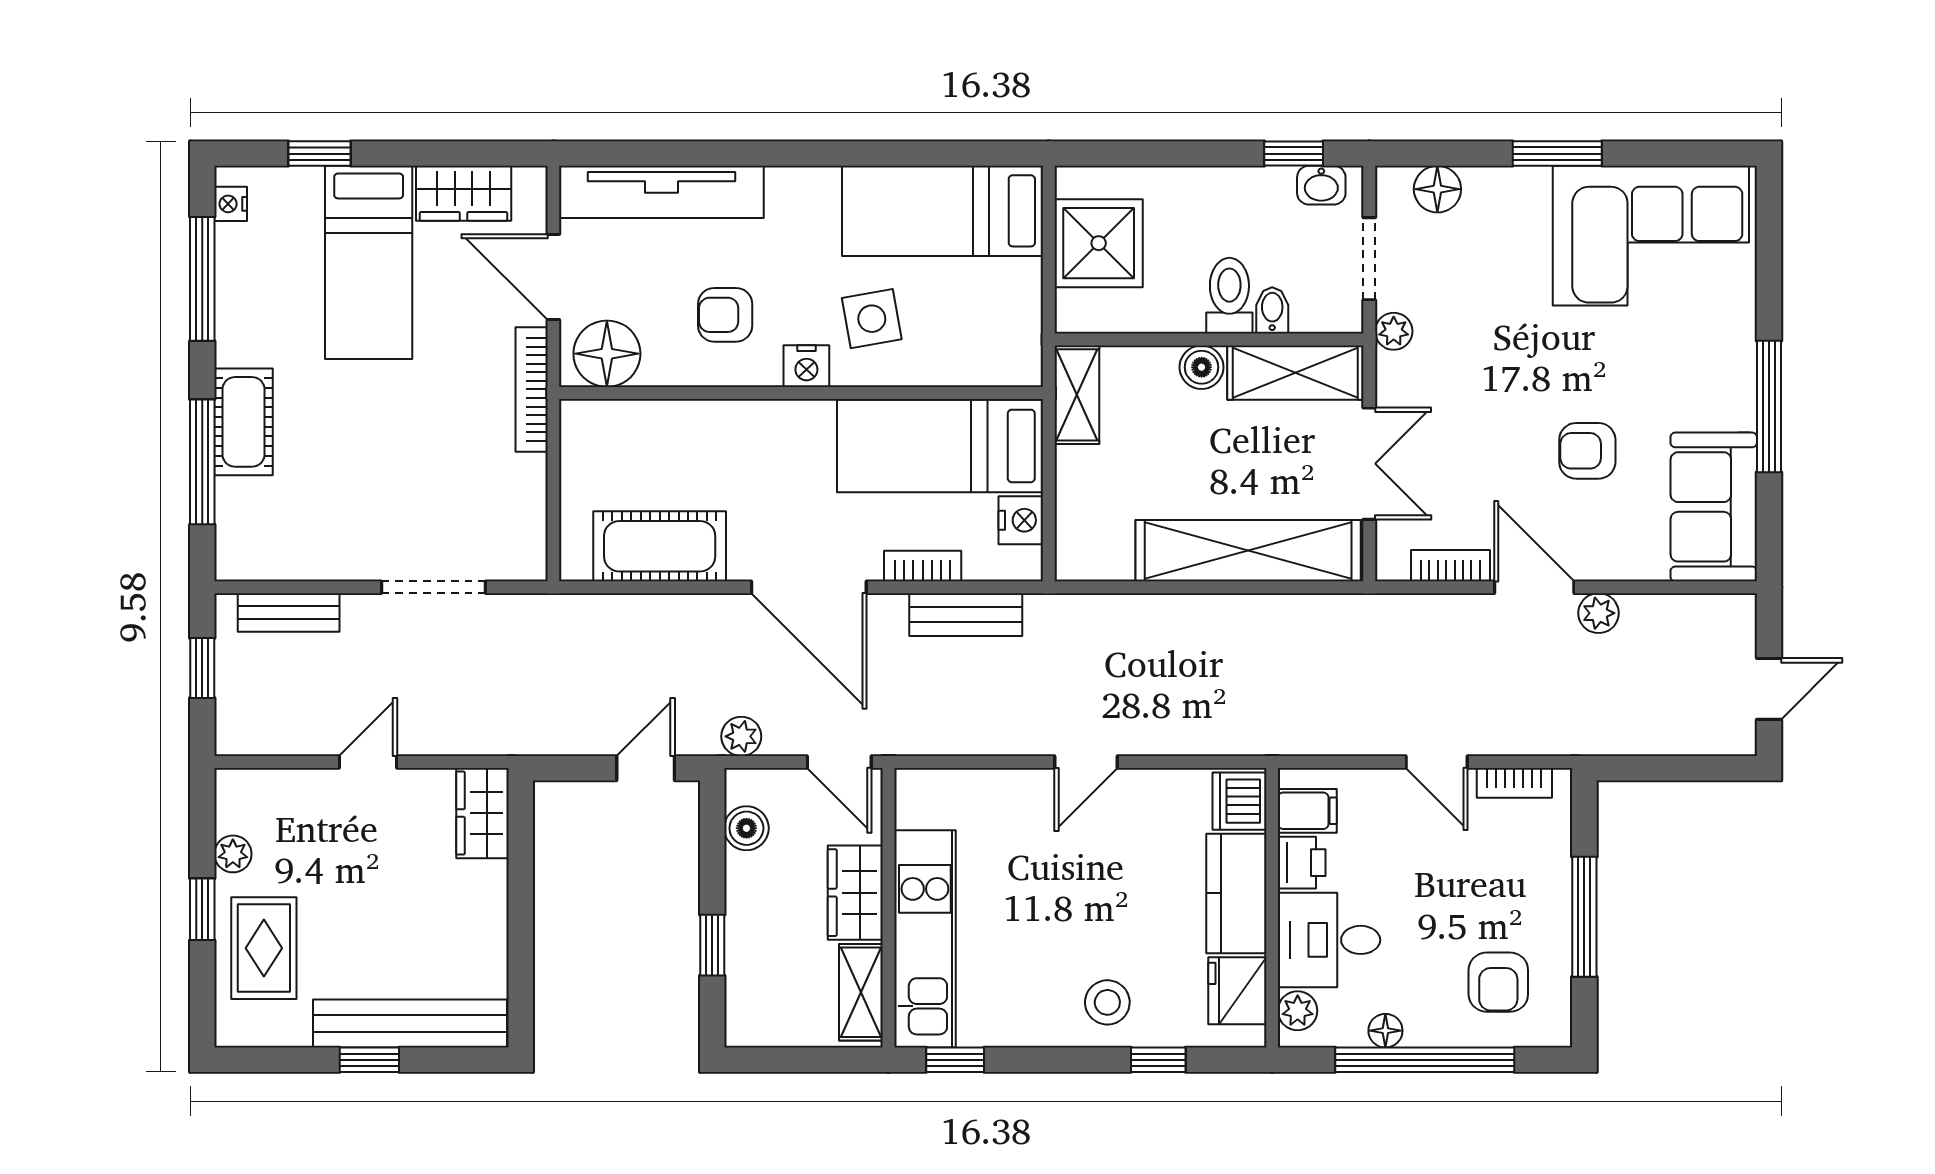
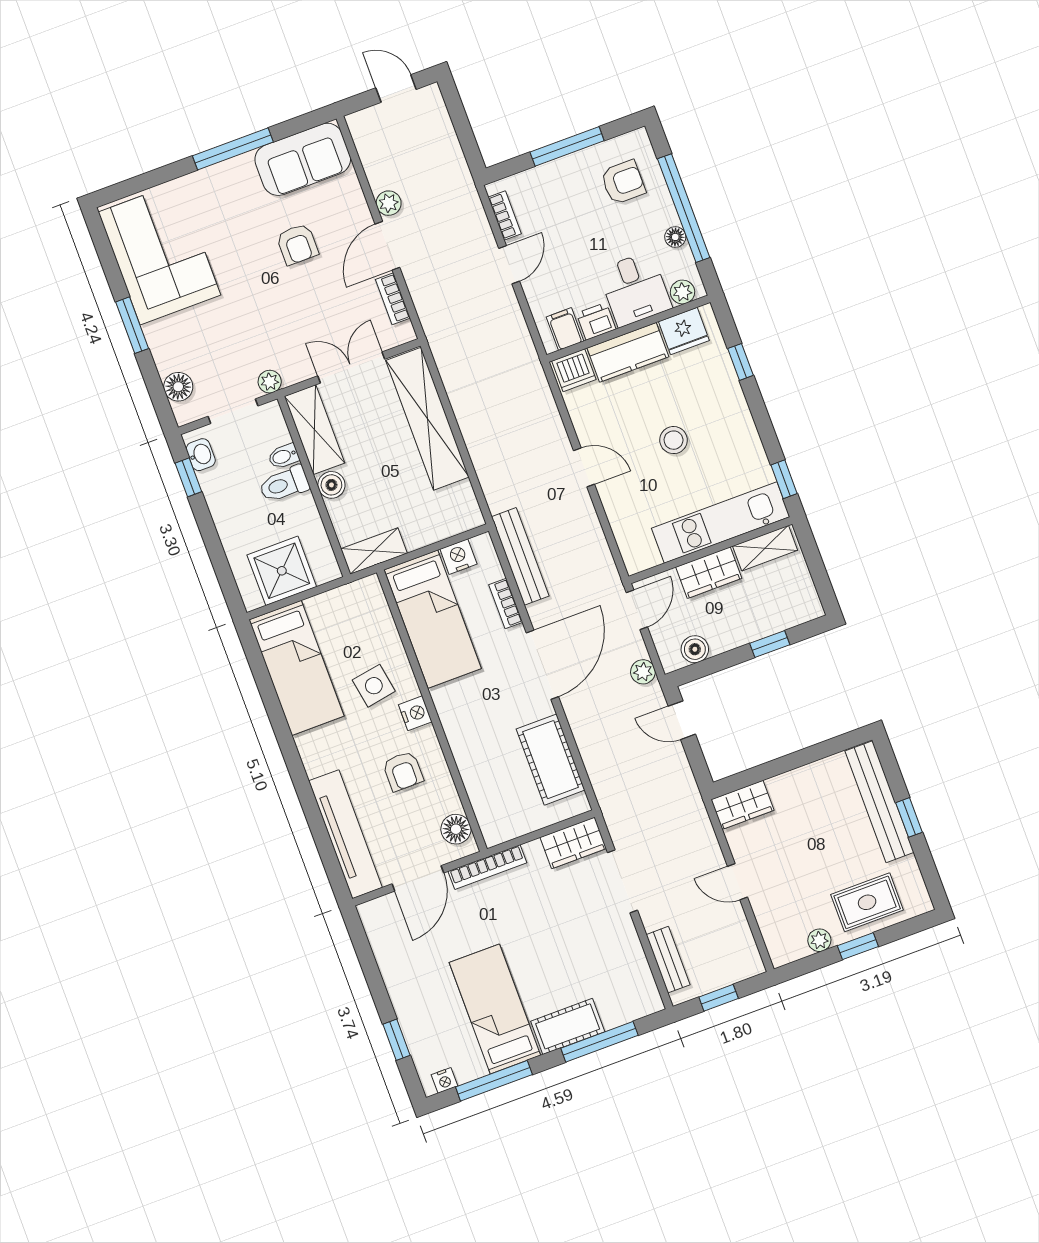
wardrobe: (464, 193) -> (573, 843), moved, turned 90
bed: (369, 262) -> (495, 1009), moved, turned -90
floor lamp: (607, 354) -> (456, 829), width x0.73, depth x0.73
bench: (966, 615) -> (520, 556), width x1.36
stool: (1107, 1002) -> (674, 440), moved

